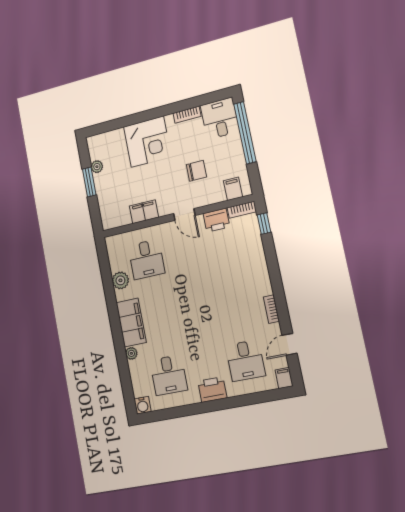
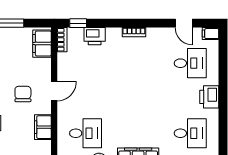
chair: (196, 171) -> (23, 94), moved
filing cabinet: (233, 189) -> (42, 44), width x2.00
printer: (216, 220) -> (95, 36), moved, turned 90
bookcase: (271, 309) -> (134, 32), moved

